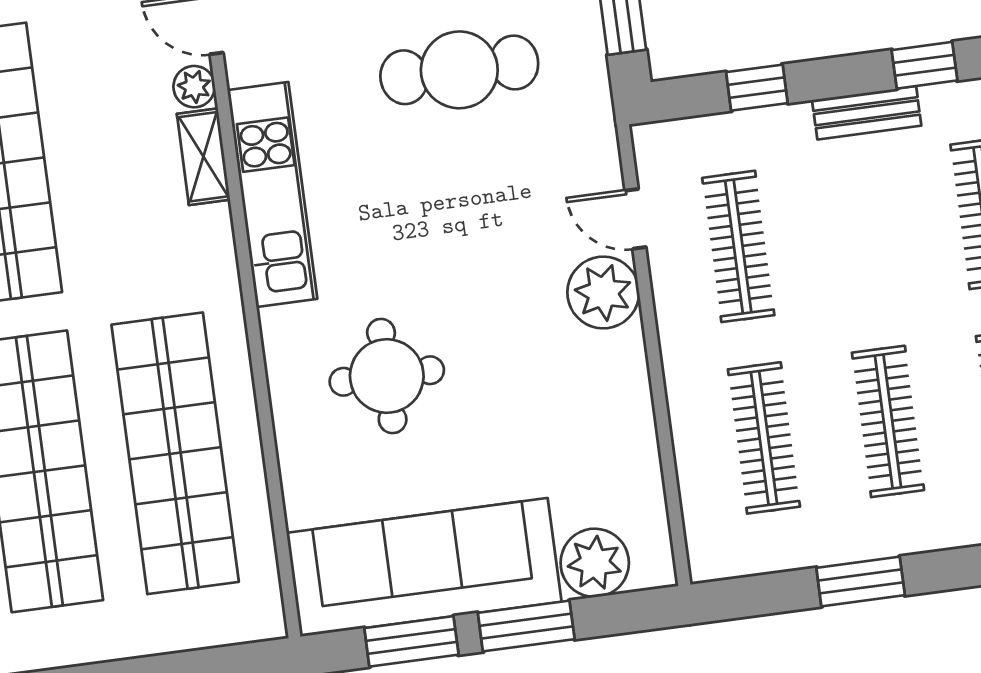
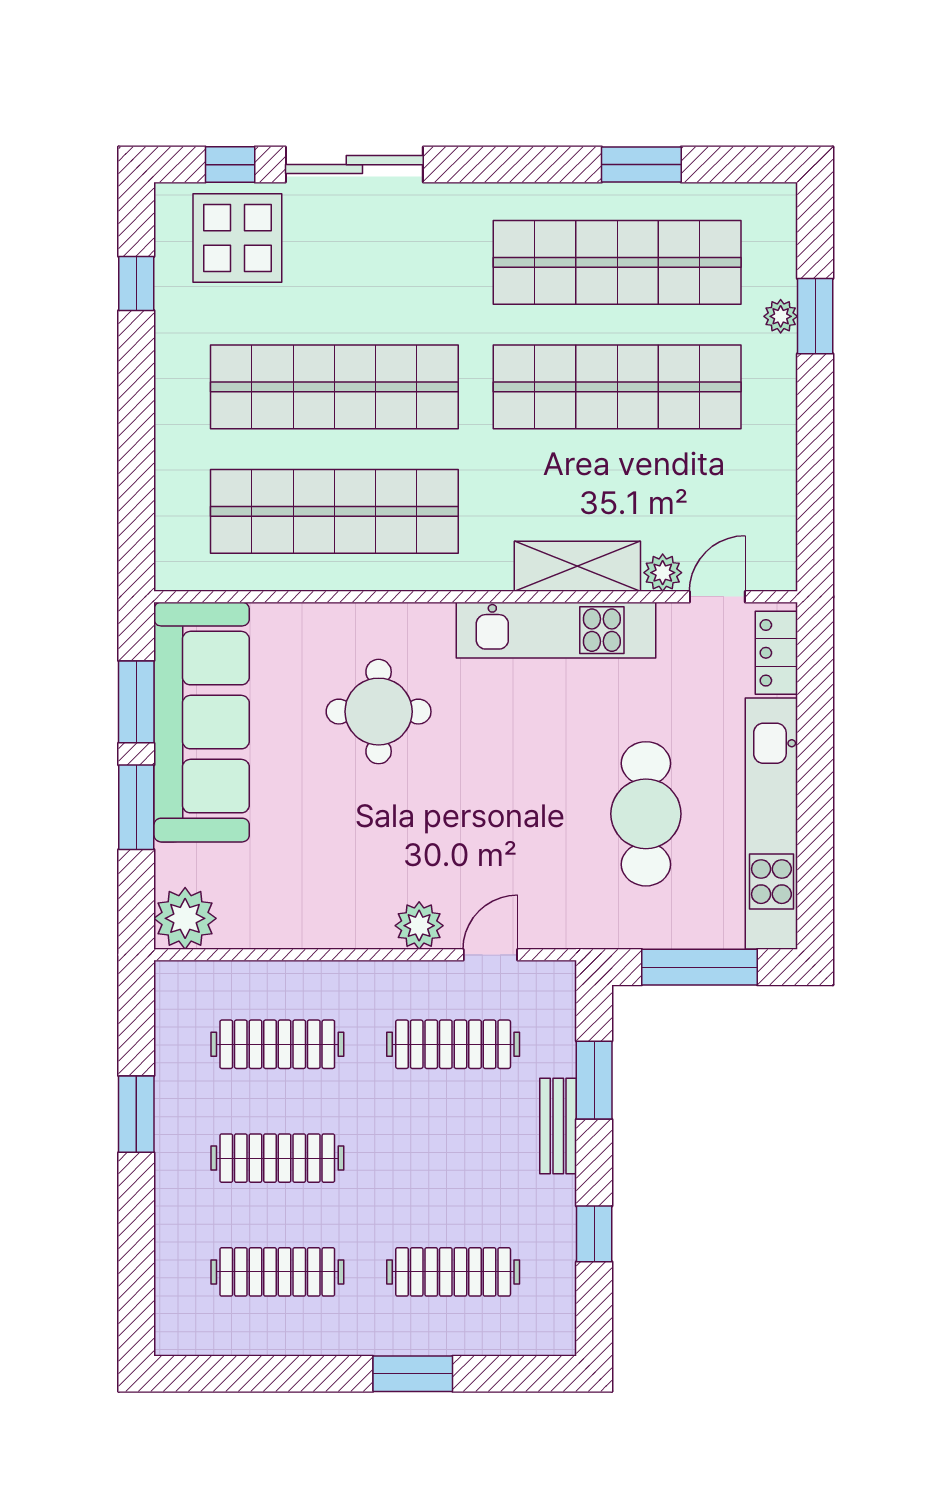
window: (757, 88) -> (594, 1080), width x1.50
bench: (867, 113) -> (558, 1126), moved
shelving: (203, 157) -> (577, 566), width x1.50, depth x1.33
plant: (603, 292) -> (419, 926), width x0.73, depth x0.73
plant: (595, 563) -> (185, 918), moved

